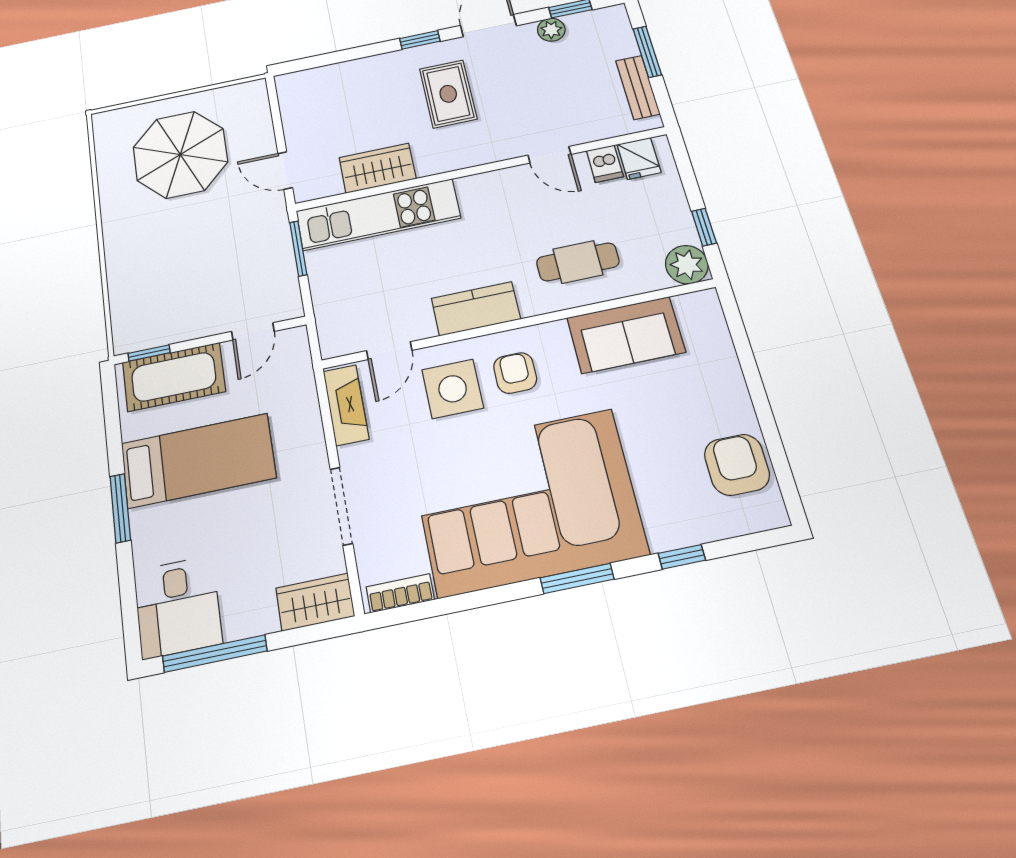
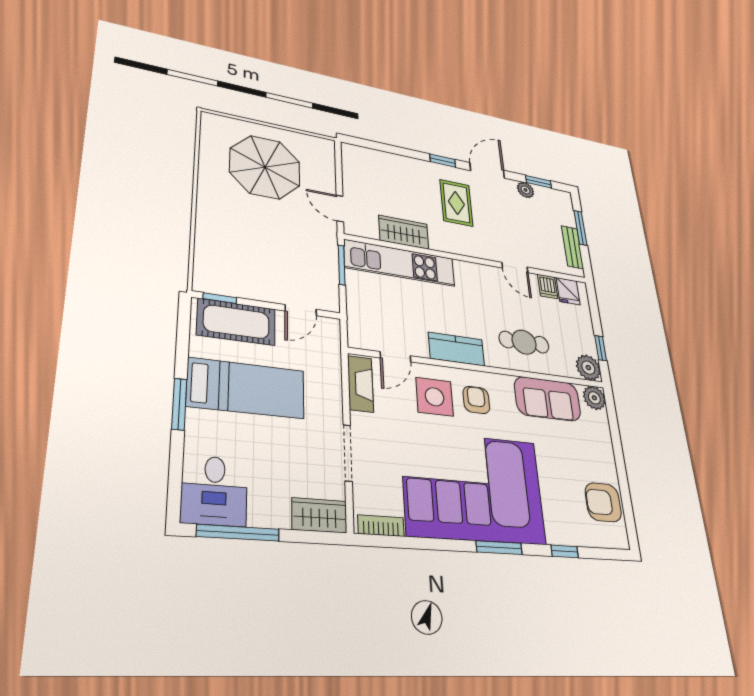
plant: (703, 308) -> (594, 398), added
armchair: (737, 465) -> (603, 502), turned -90

